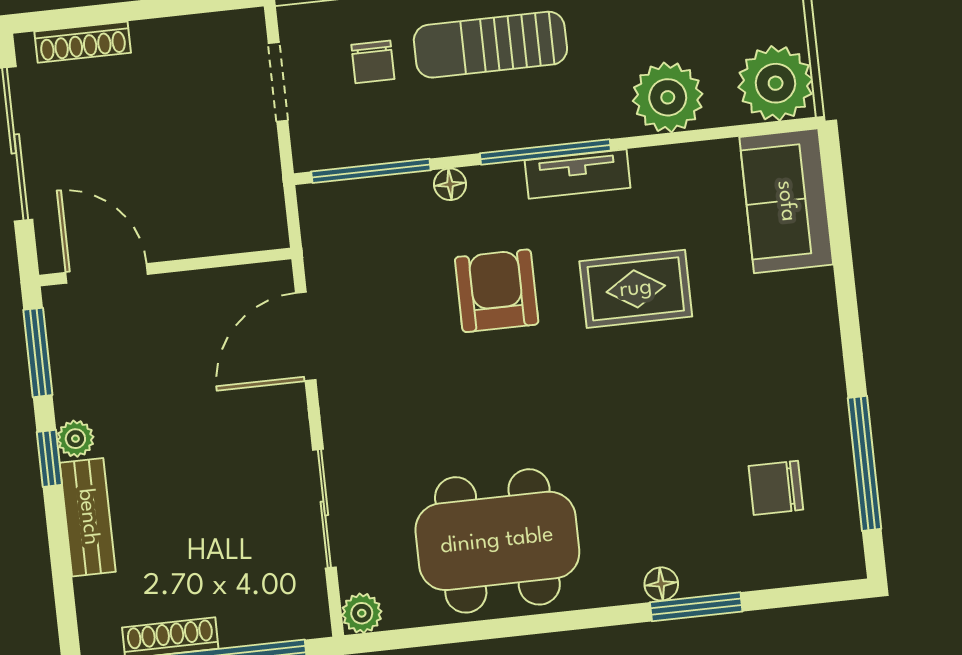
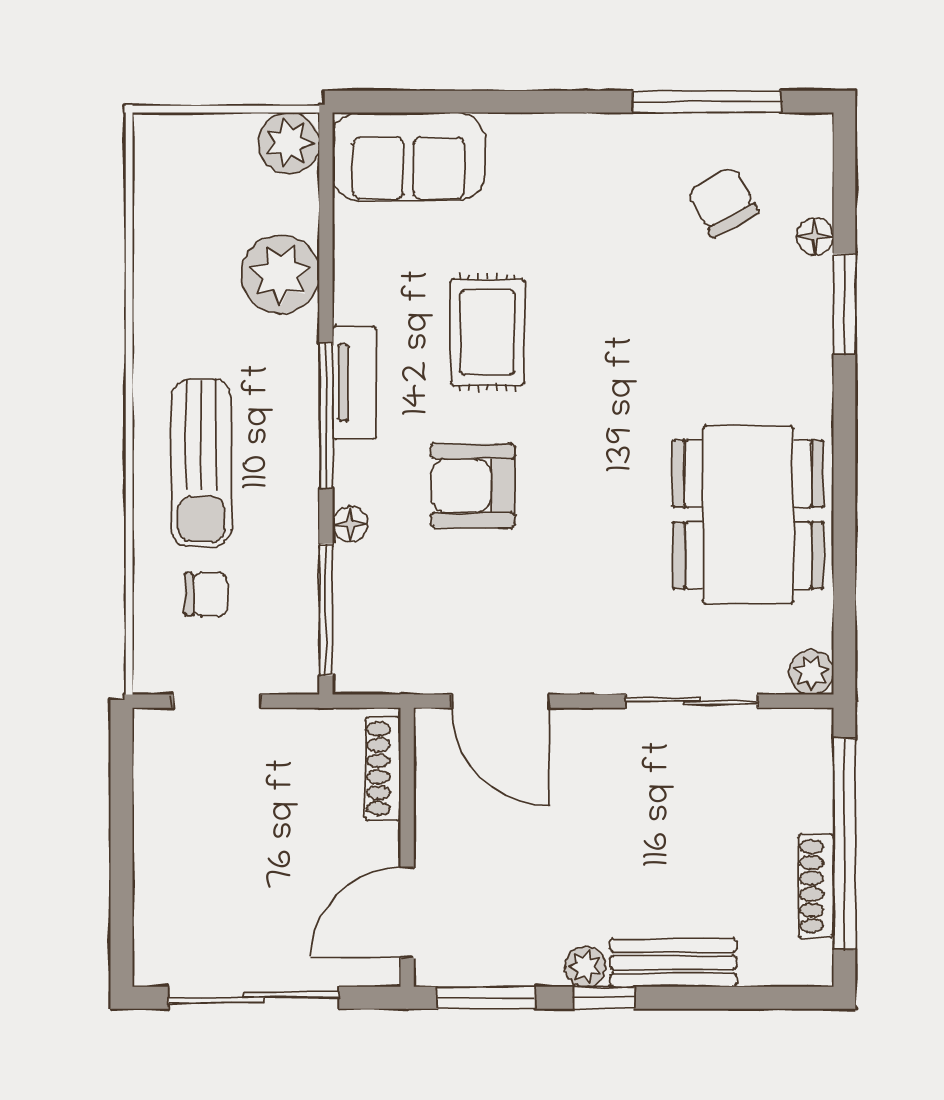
shoe rack: (83, 42) -> (383, 769), moved, turned 180
plant: (776, 83) -> (289, 143), width x0.73, depth x0.73
chair: (776, 488) -> (723, 202), turned 151
floor lamp: (661, 584) -> (815, 236), moved

